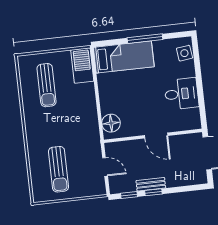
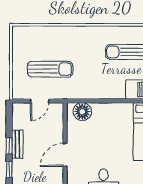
sun lounger: (58, 169) -> (50, 69), moved, turned 180
window: (129, 195) -> (9, 169), moved

